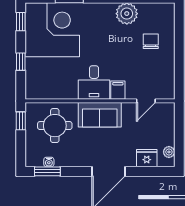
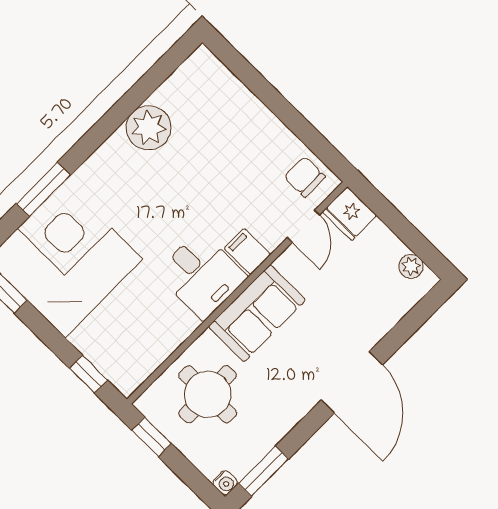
chair: (151, 41) -> (305, 177), moved
window: (21, 62) -> (88, 374), moved
fridge: (147, 158) -> (350, 214), moved, turned -90
water cooler: (49, 162) -> (225, 483), moved

